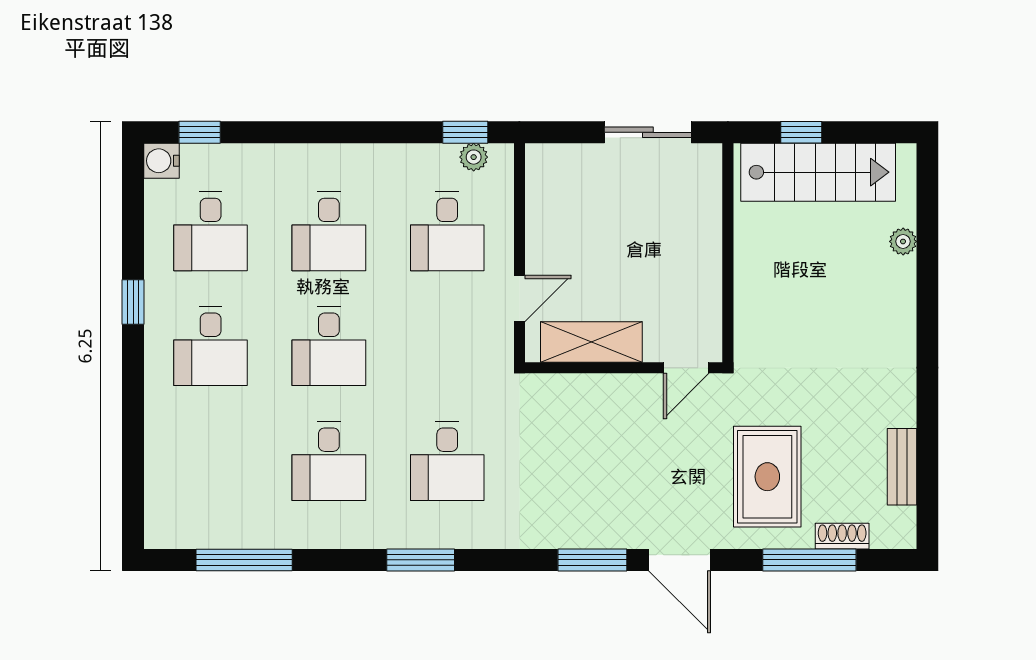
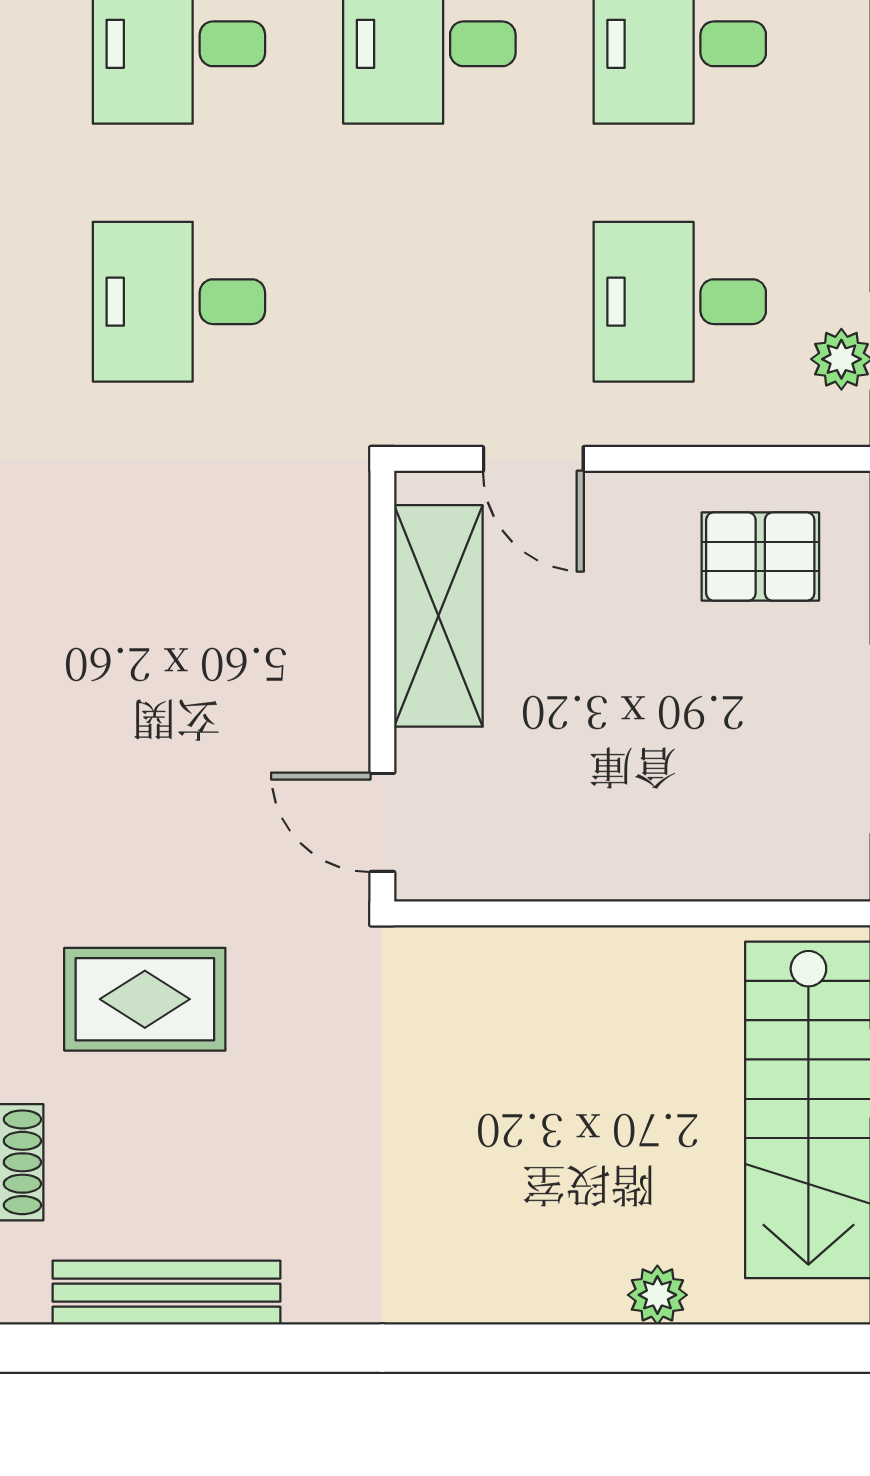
pallet: (564, 194) -> (760, 557), added
bench: (902, 467) -> (166, 1293), width x1.36
rug: (767, 477) -> (145, 999), width x0.73, depth x0.70

